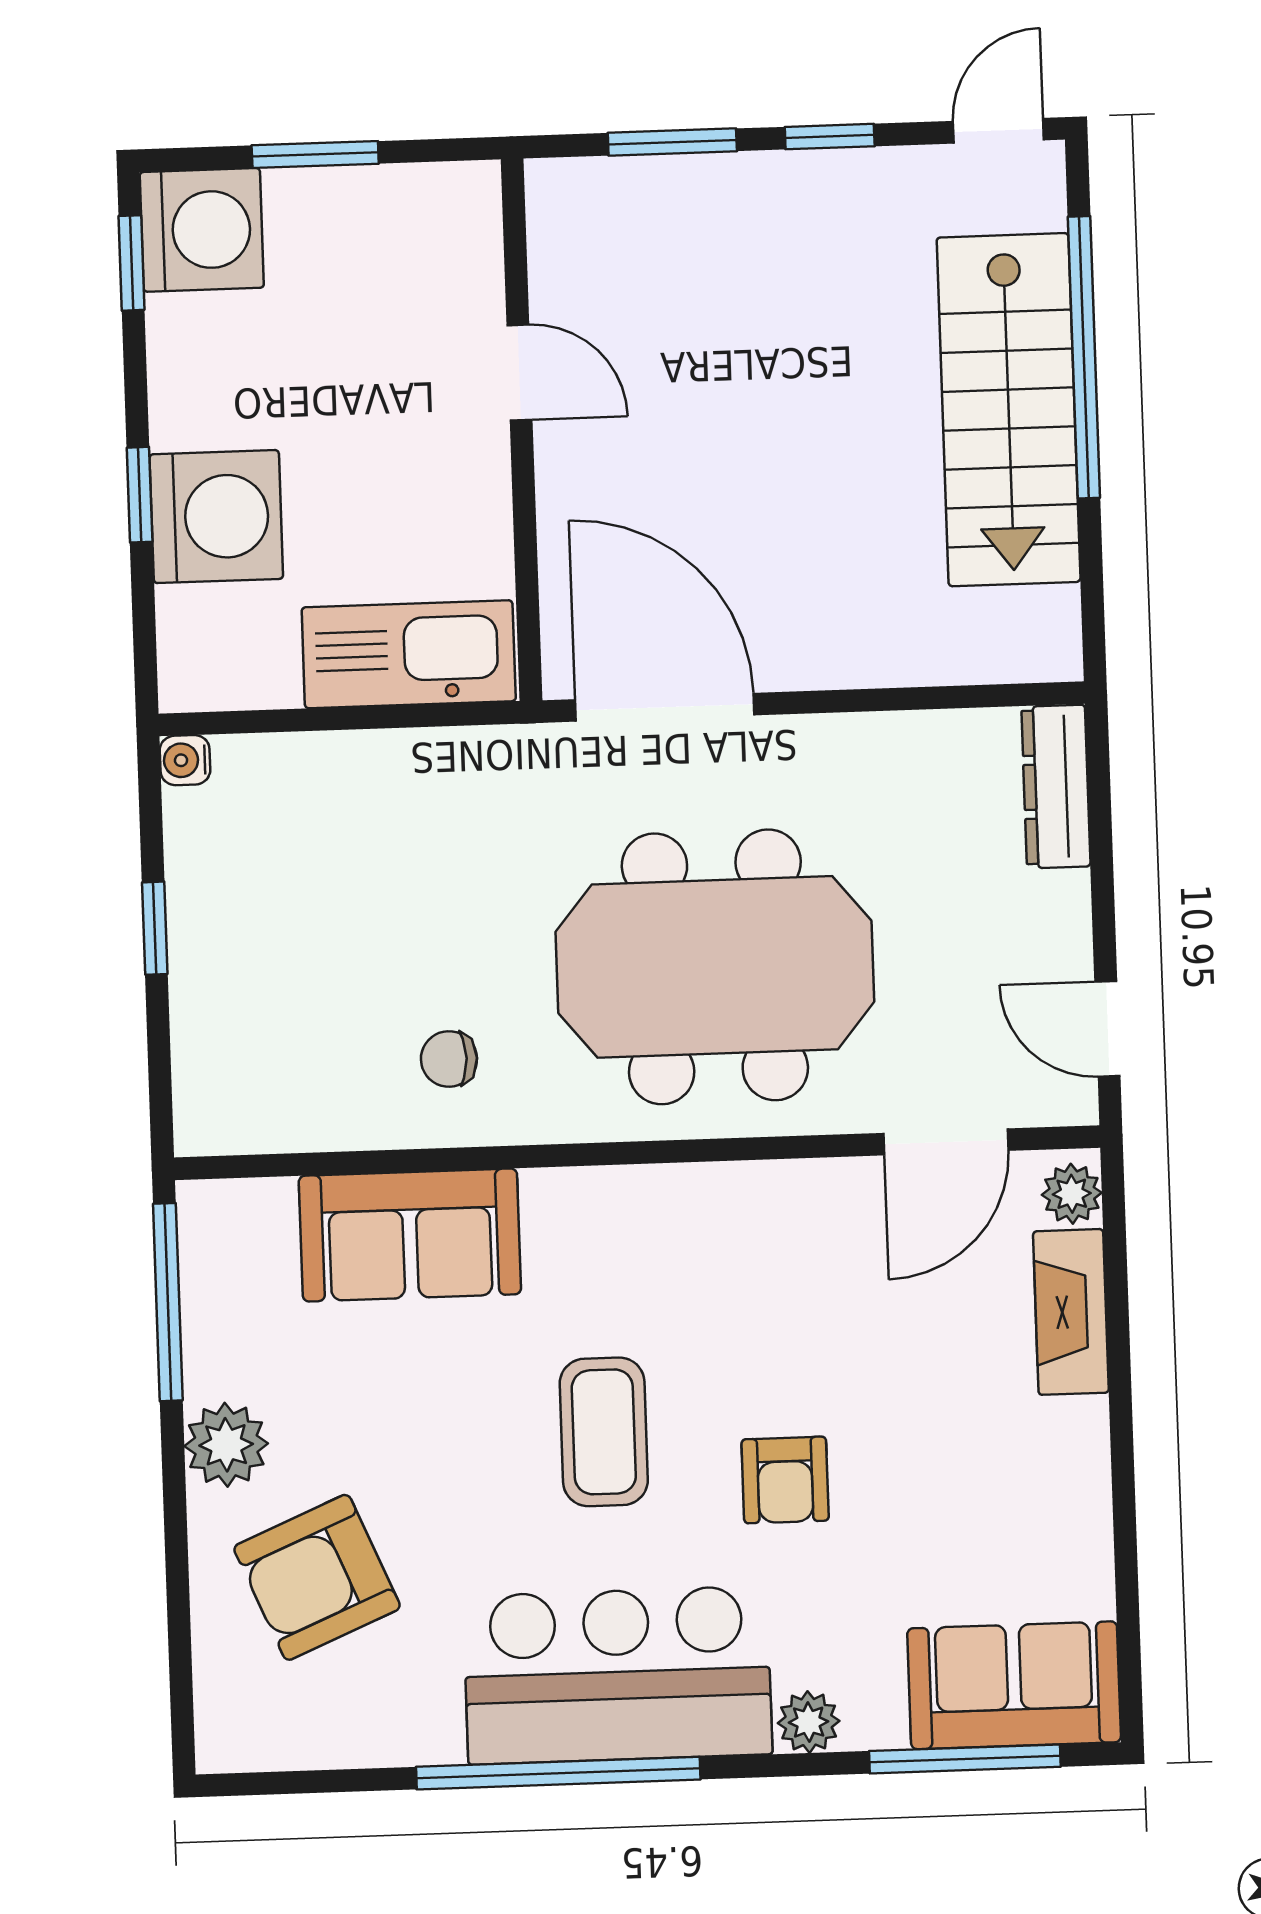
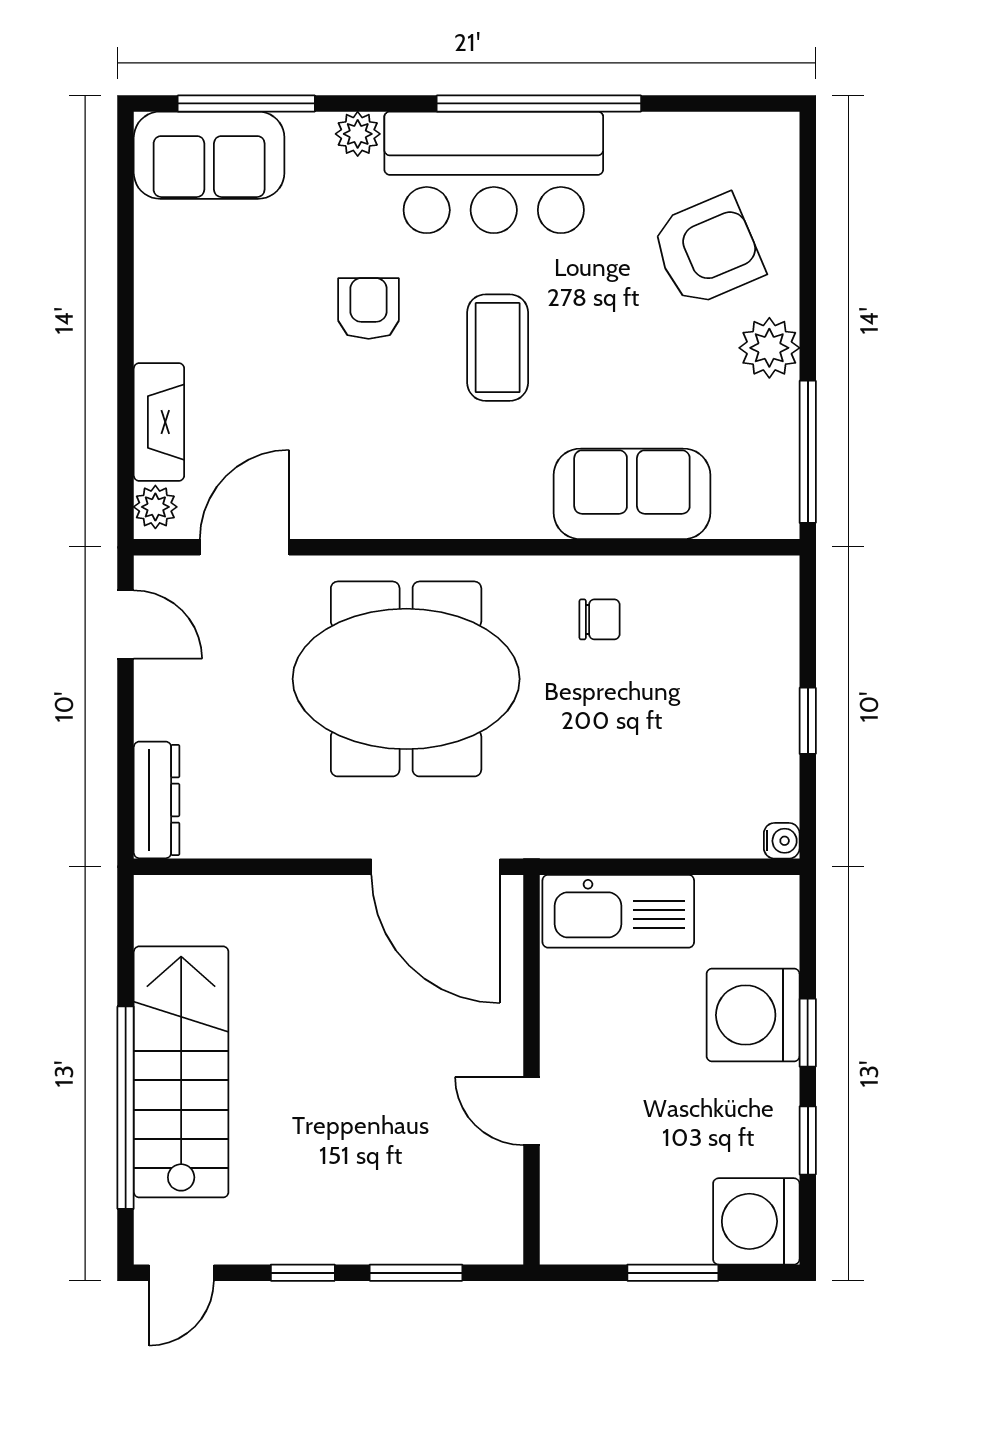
window: (131, 263) -> (808, 1140), moved

